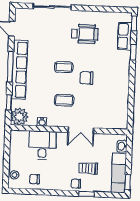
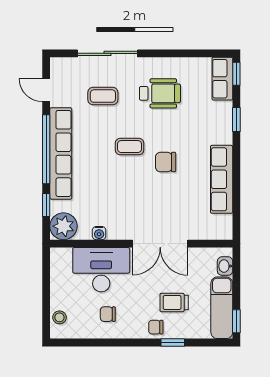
row of seats: (125, 36) -> (222, 79), moved
window: (10, 67) -> (46, 149), width x1.46
row of seats: (122, 91) -> (222, 179), added
coffee table: (64, 100) -> (103, 96), moved
double door: (81, 130) -> (160, 244), width x1.37
desk: (42, 145) -> (101, 270), width x1.37
chair: (34, 179) -> (108, 314), moved

